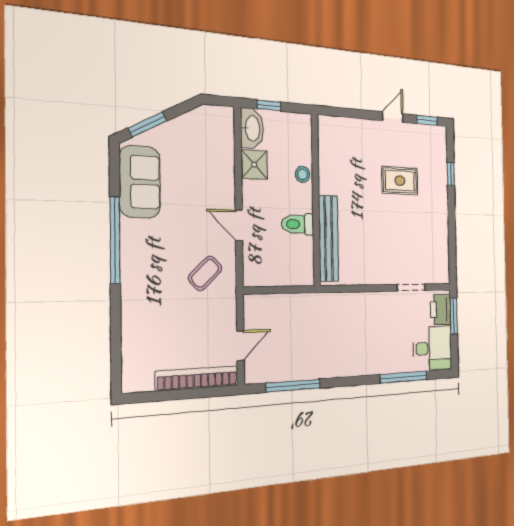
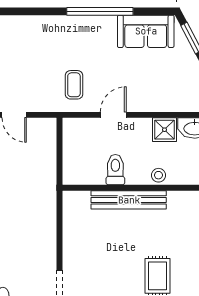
bench: (329, 238) -> (129, 200), moved
coffee table: (205, 273) -> (74, 85), turned 43

